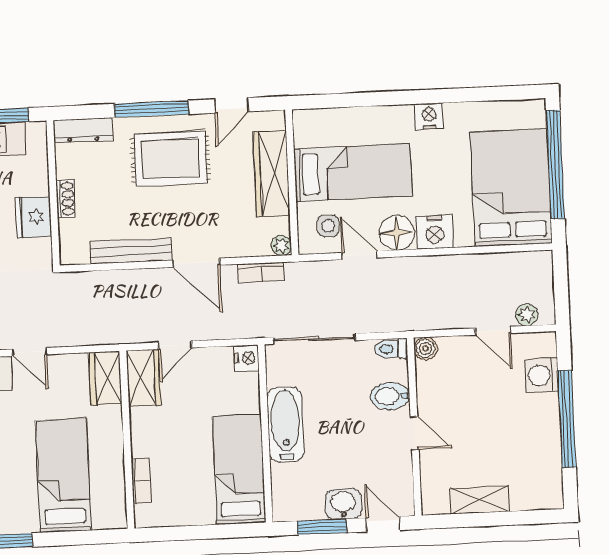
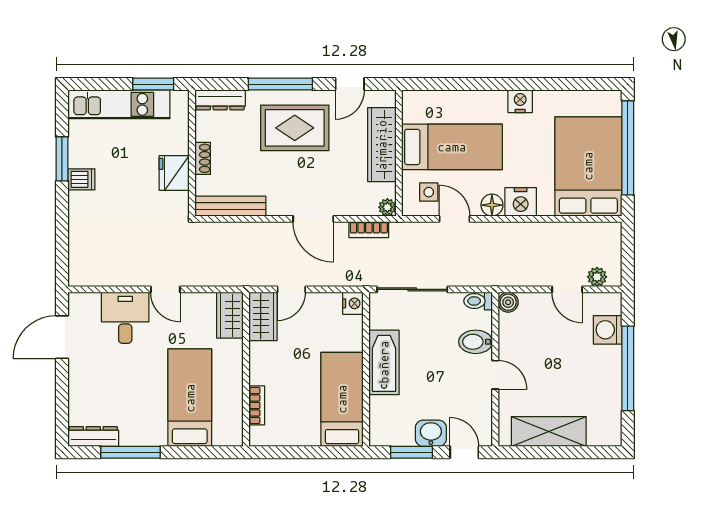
floor lamp: (397, 233) -> (492, 205), width x0.73, depth x0.73
bench: (131, 251) -> (230, 206), moved
shelving: (479, 500) -> (549, 431), width x1.50, depth x1.33

